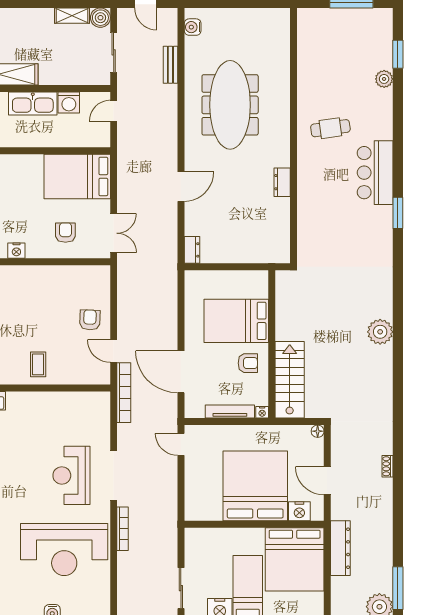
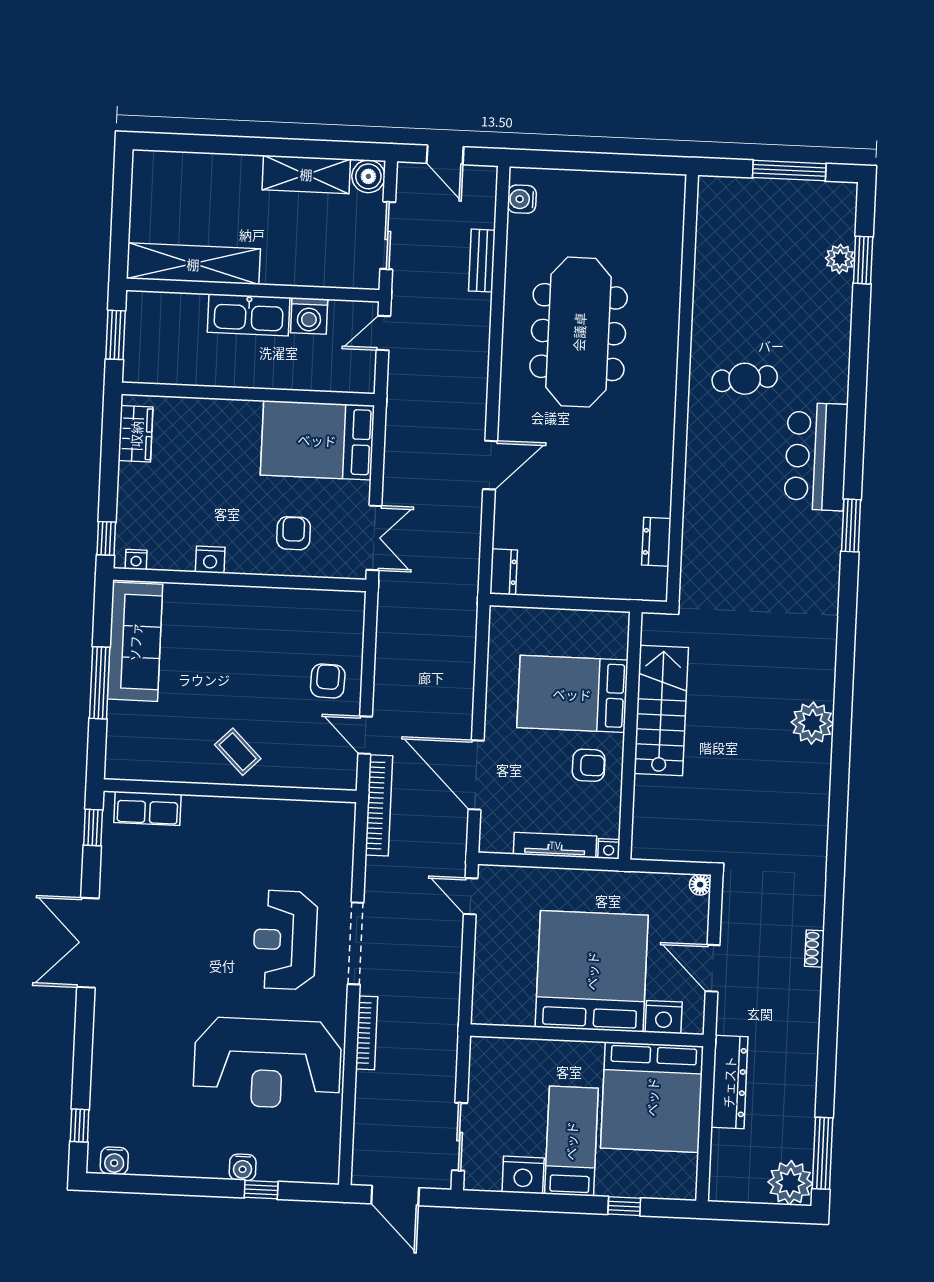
shelving: (72, 16) -> (306, 174), width x1.50, depth x1.33
plant: (384, 79) -> (840, 259), moved
dresser: (282, 182) -> (656, 542), moved
coffee table: (38, 364) -> (238, 752), turned -45
stairs: (290, 380) -> (661, 710), moved

